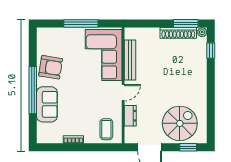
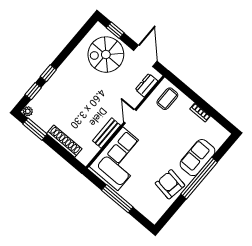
shoe rack: (178, 33) -> (64, 141), moved
bench: (130, 60) -> (106, 133), width x0.73
window: (211, 73) -> (48, 73), added
door: (123, 93) -> (130, 116), hinge flipped
dresser: (130, 116) -> (147, 85), moved

